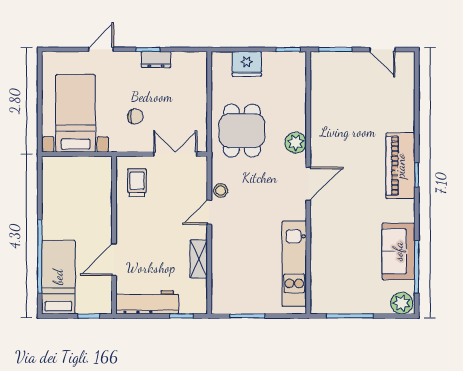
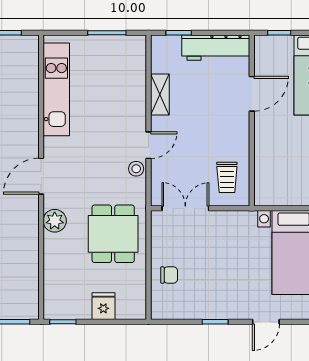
dresser: (156, 60) -> (206, 311), removed
fridge: (247, 64) -> (103, 306), width x0.72
chair: (135, 116) -> (169, 275), moved, turned 180
double door: (175, 154) -> (185, 208), swing flipped

